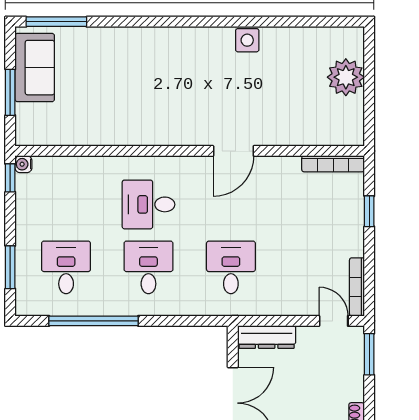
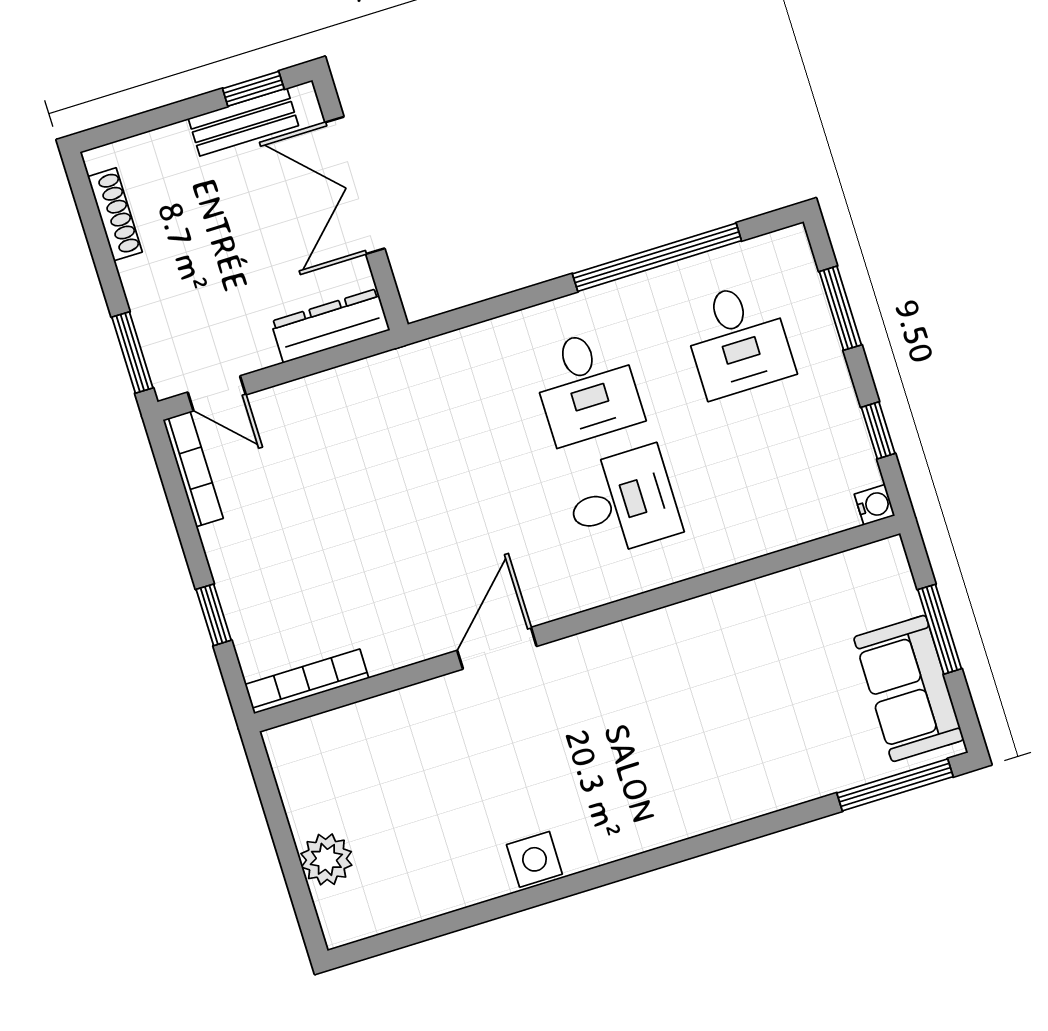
plant: (346, 77) -> (326, 859), width x0.73, depth x0.73
window: (10, 178) -> (878, 430), moved
desk: (231, 267) -> (435, 433), removed

